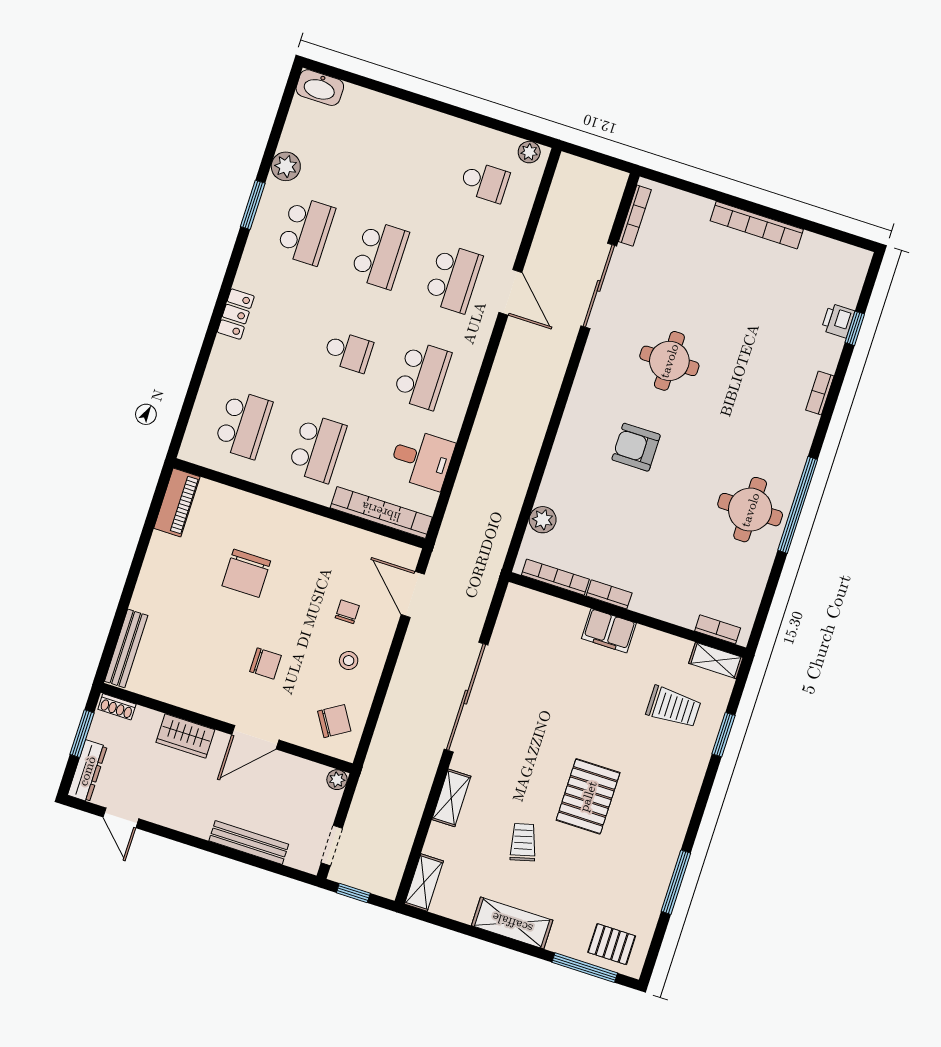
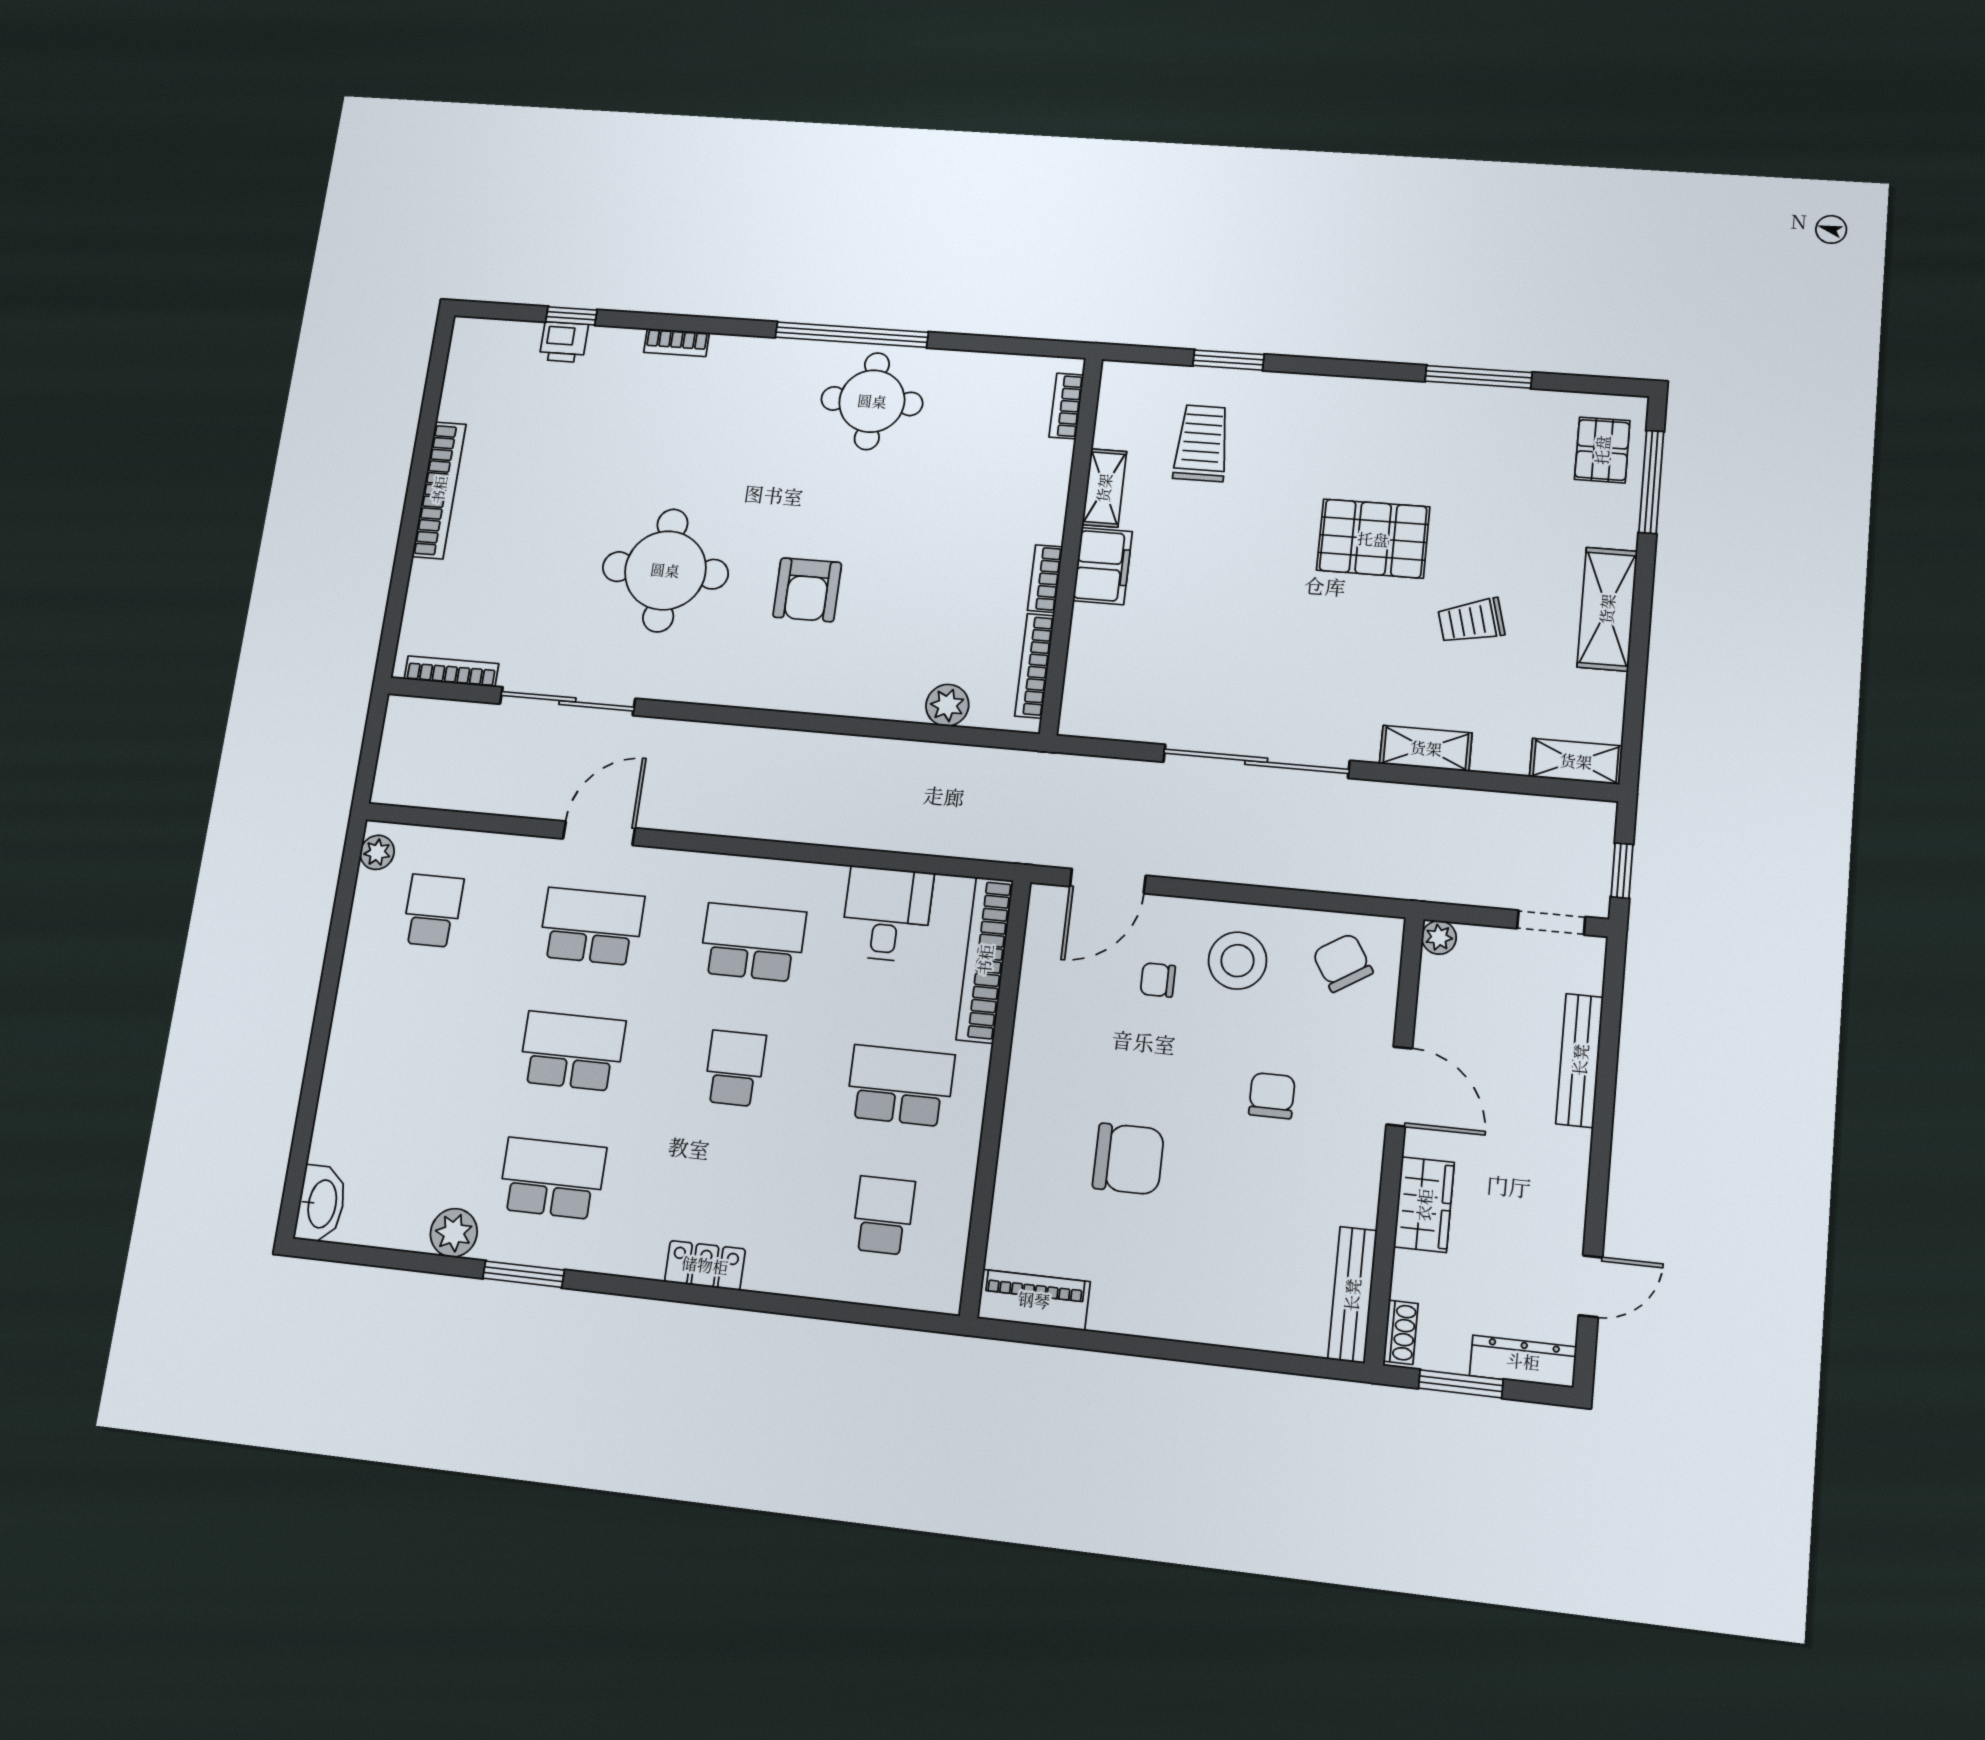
round table: (669, 361) -> (665, 570), width x1.36, depth x1.36
school desk: (243, 424) -> (883, 1215), width x0.54
bench: (126, 648) -> (1352, 1295), moved, turned 90
shelving: (716, 660) -> (1104, 488), moved
stool: (349, 661) -> (1238, 961), width x1.89, depth x1.89

